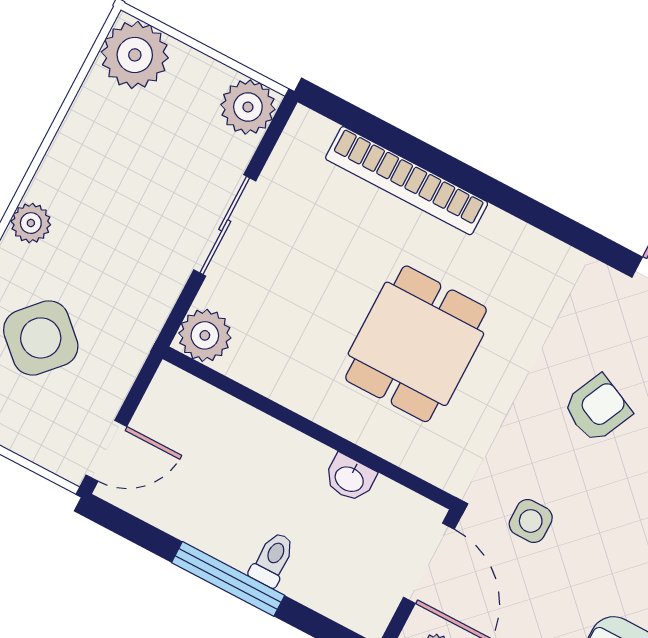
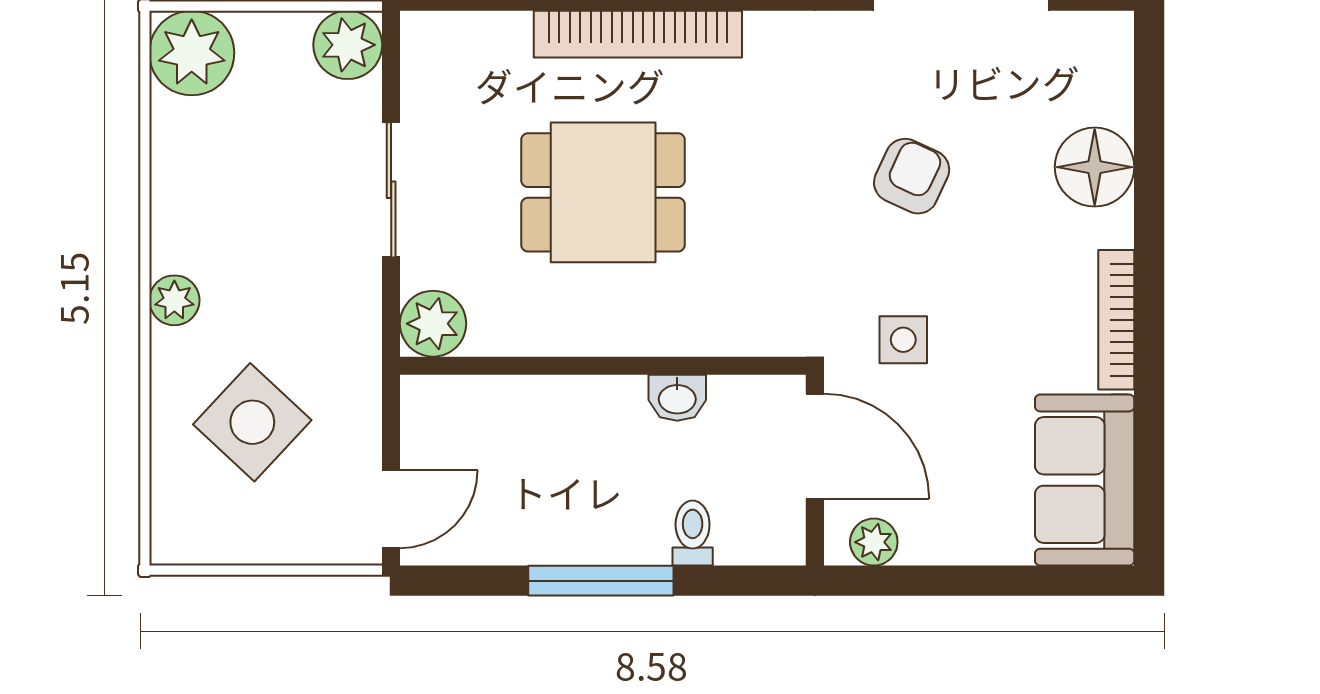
bookcase: (407, 181) -> (638, 34), moved
dining table: (416, 344) -> (603, 192), moved, turned 90
toilet: (272, 559) -> (693, 533), moved

